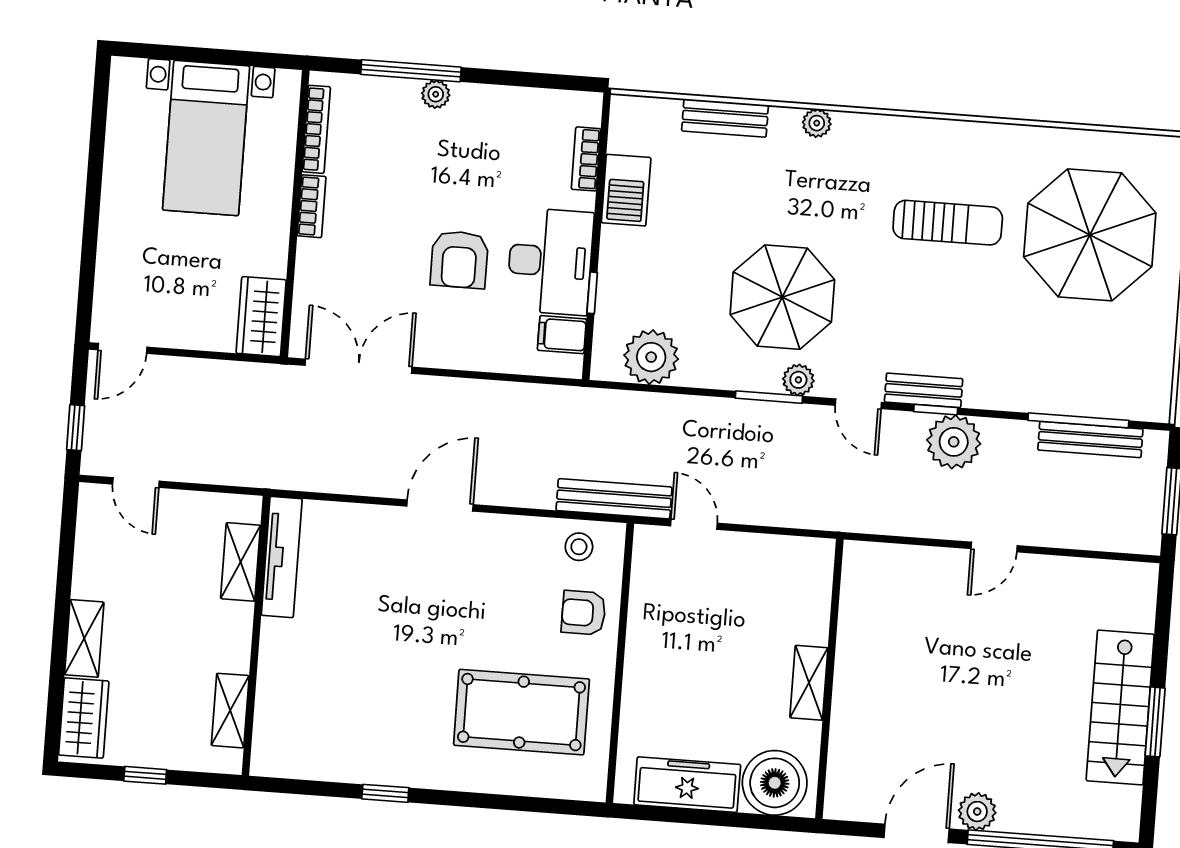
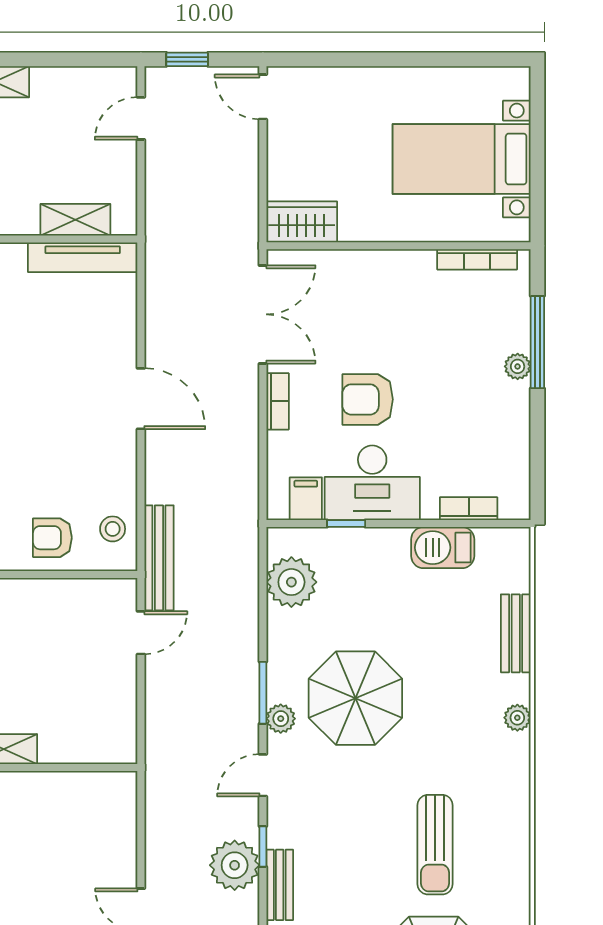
bookcase: (312, 206) -> (278, 401), moved, turned -90
bench: (924, 390) -> (280, 885), moved
armchair: (583, 613) -> (52, 538), turned -90

